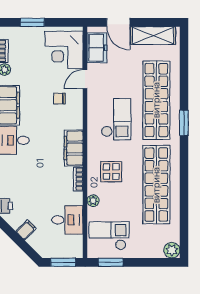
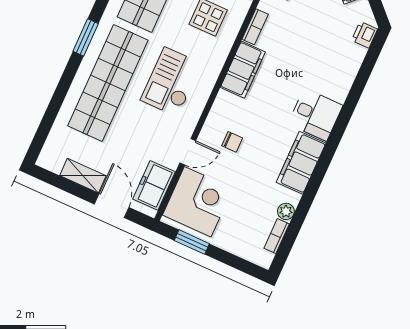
window: (32, 22) -> (192, 242), moved
shelving: (153, 36) -> (83, 176), width x0.67, depth x0.75

